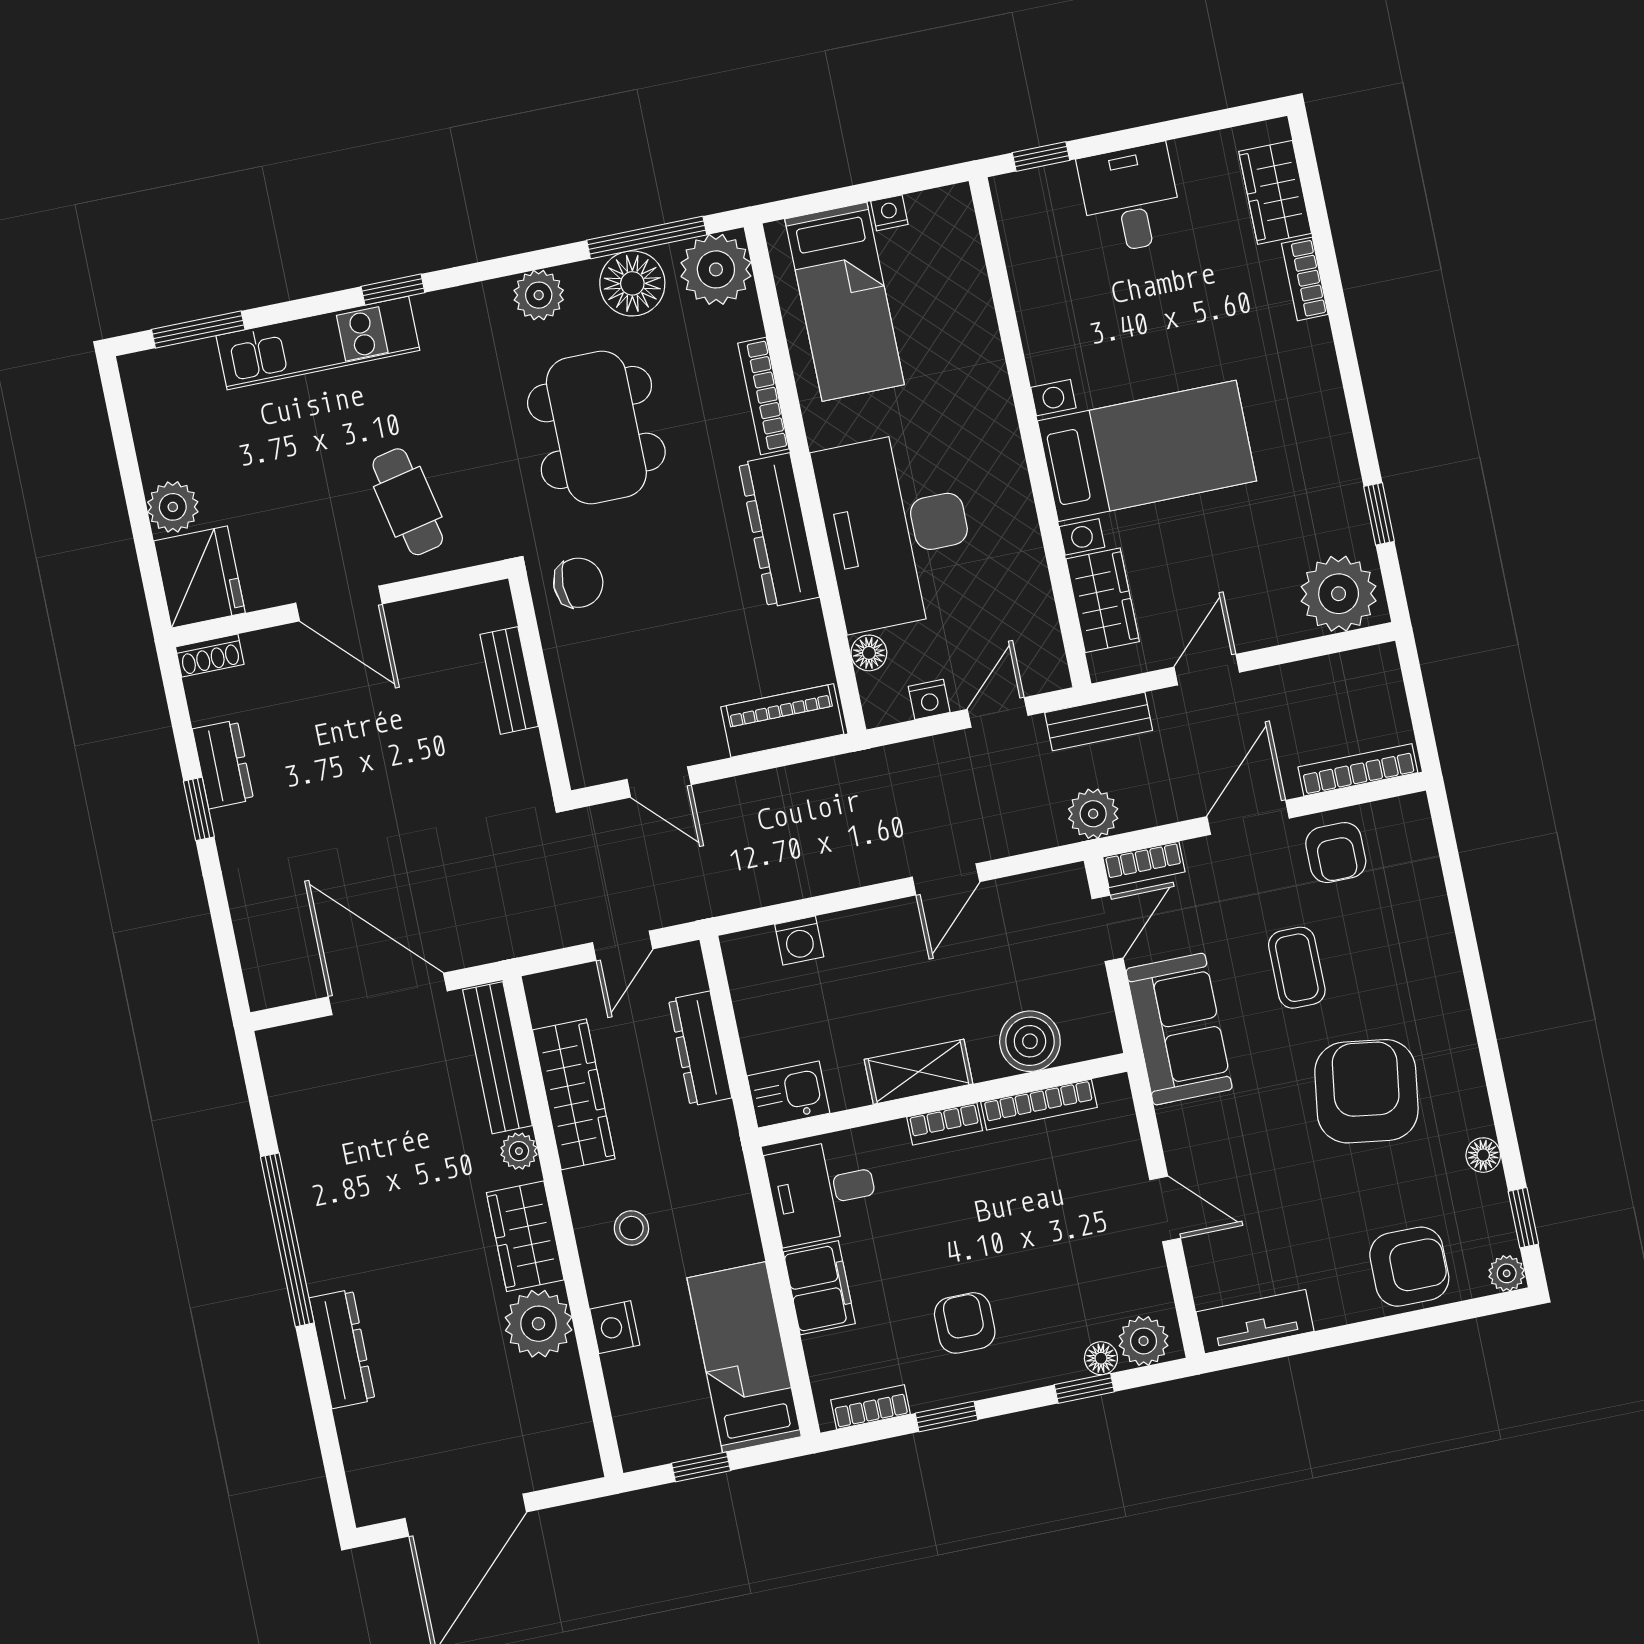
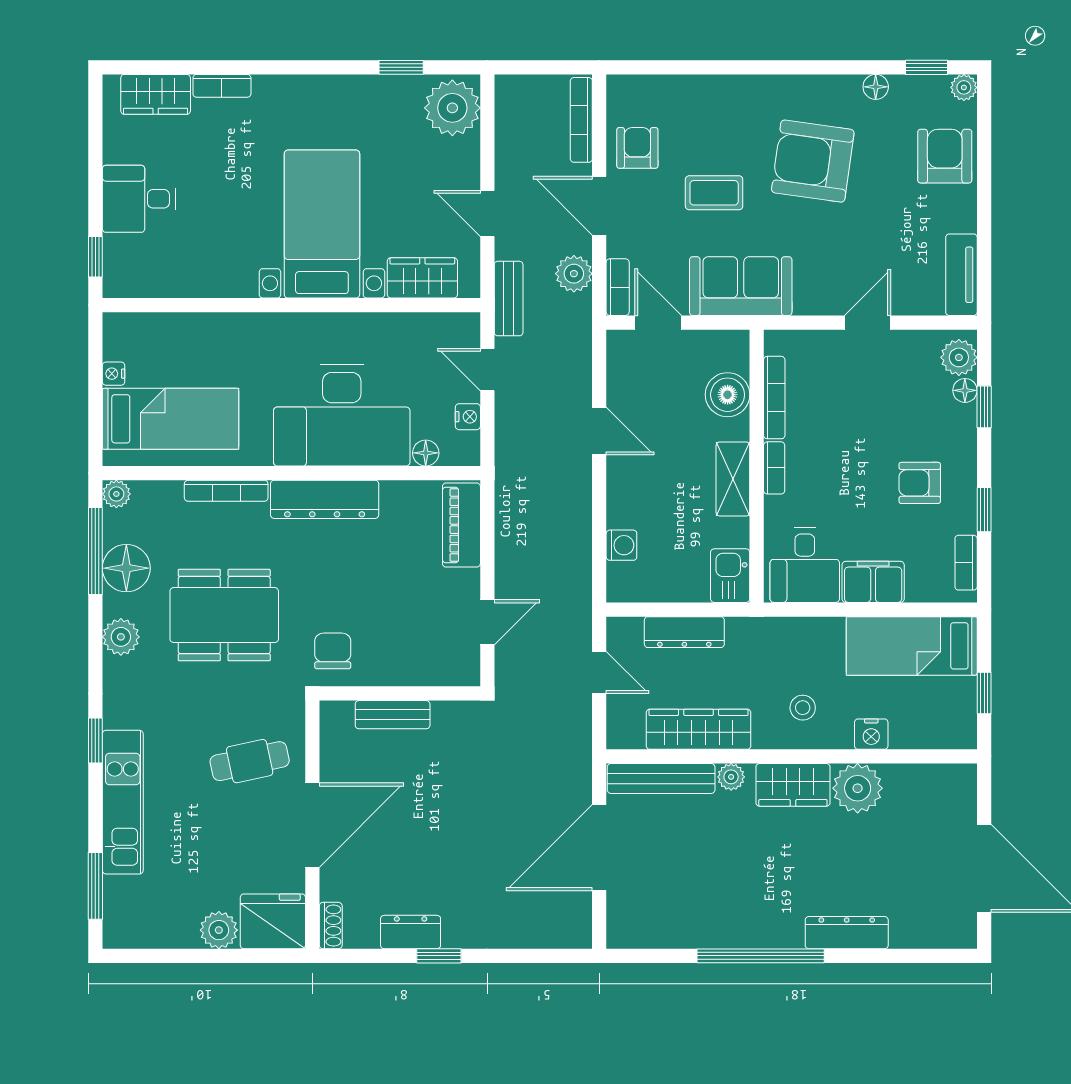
plant: (716, 269) -> (116, 494), width x0.53, depth x0.53
door: (339, 603) -> (312, 825), width x1.36
plant: (1093, 814) -> (574, 274), moved
armchair: (1336, 853) -> (637, 148), turned -90

